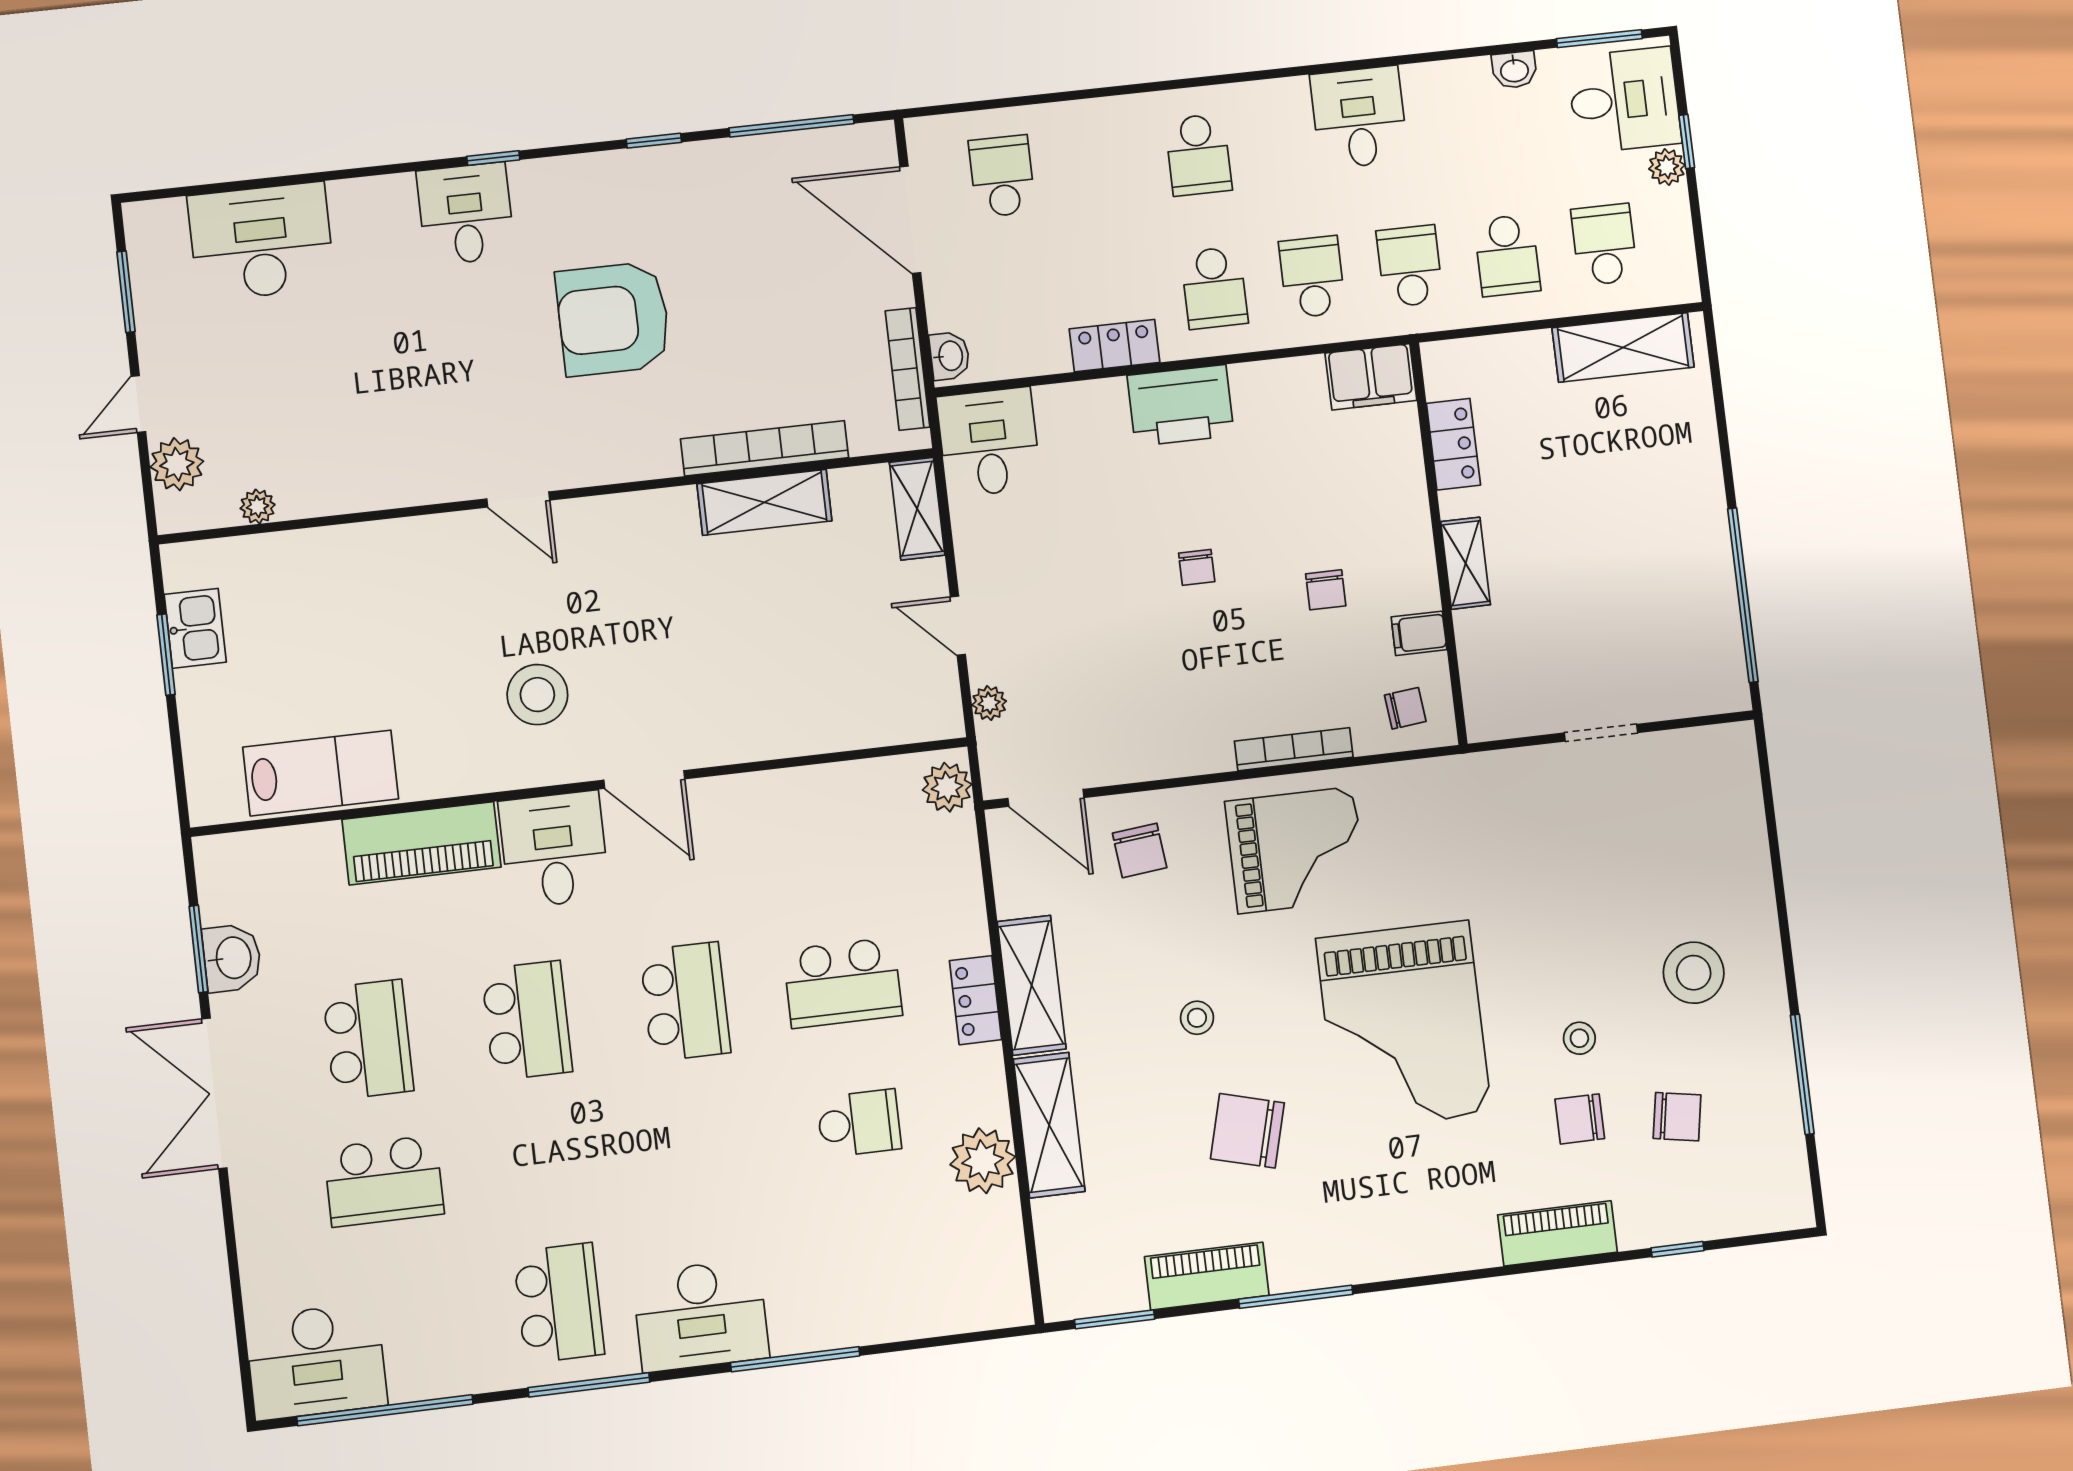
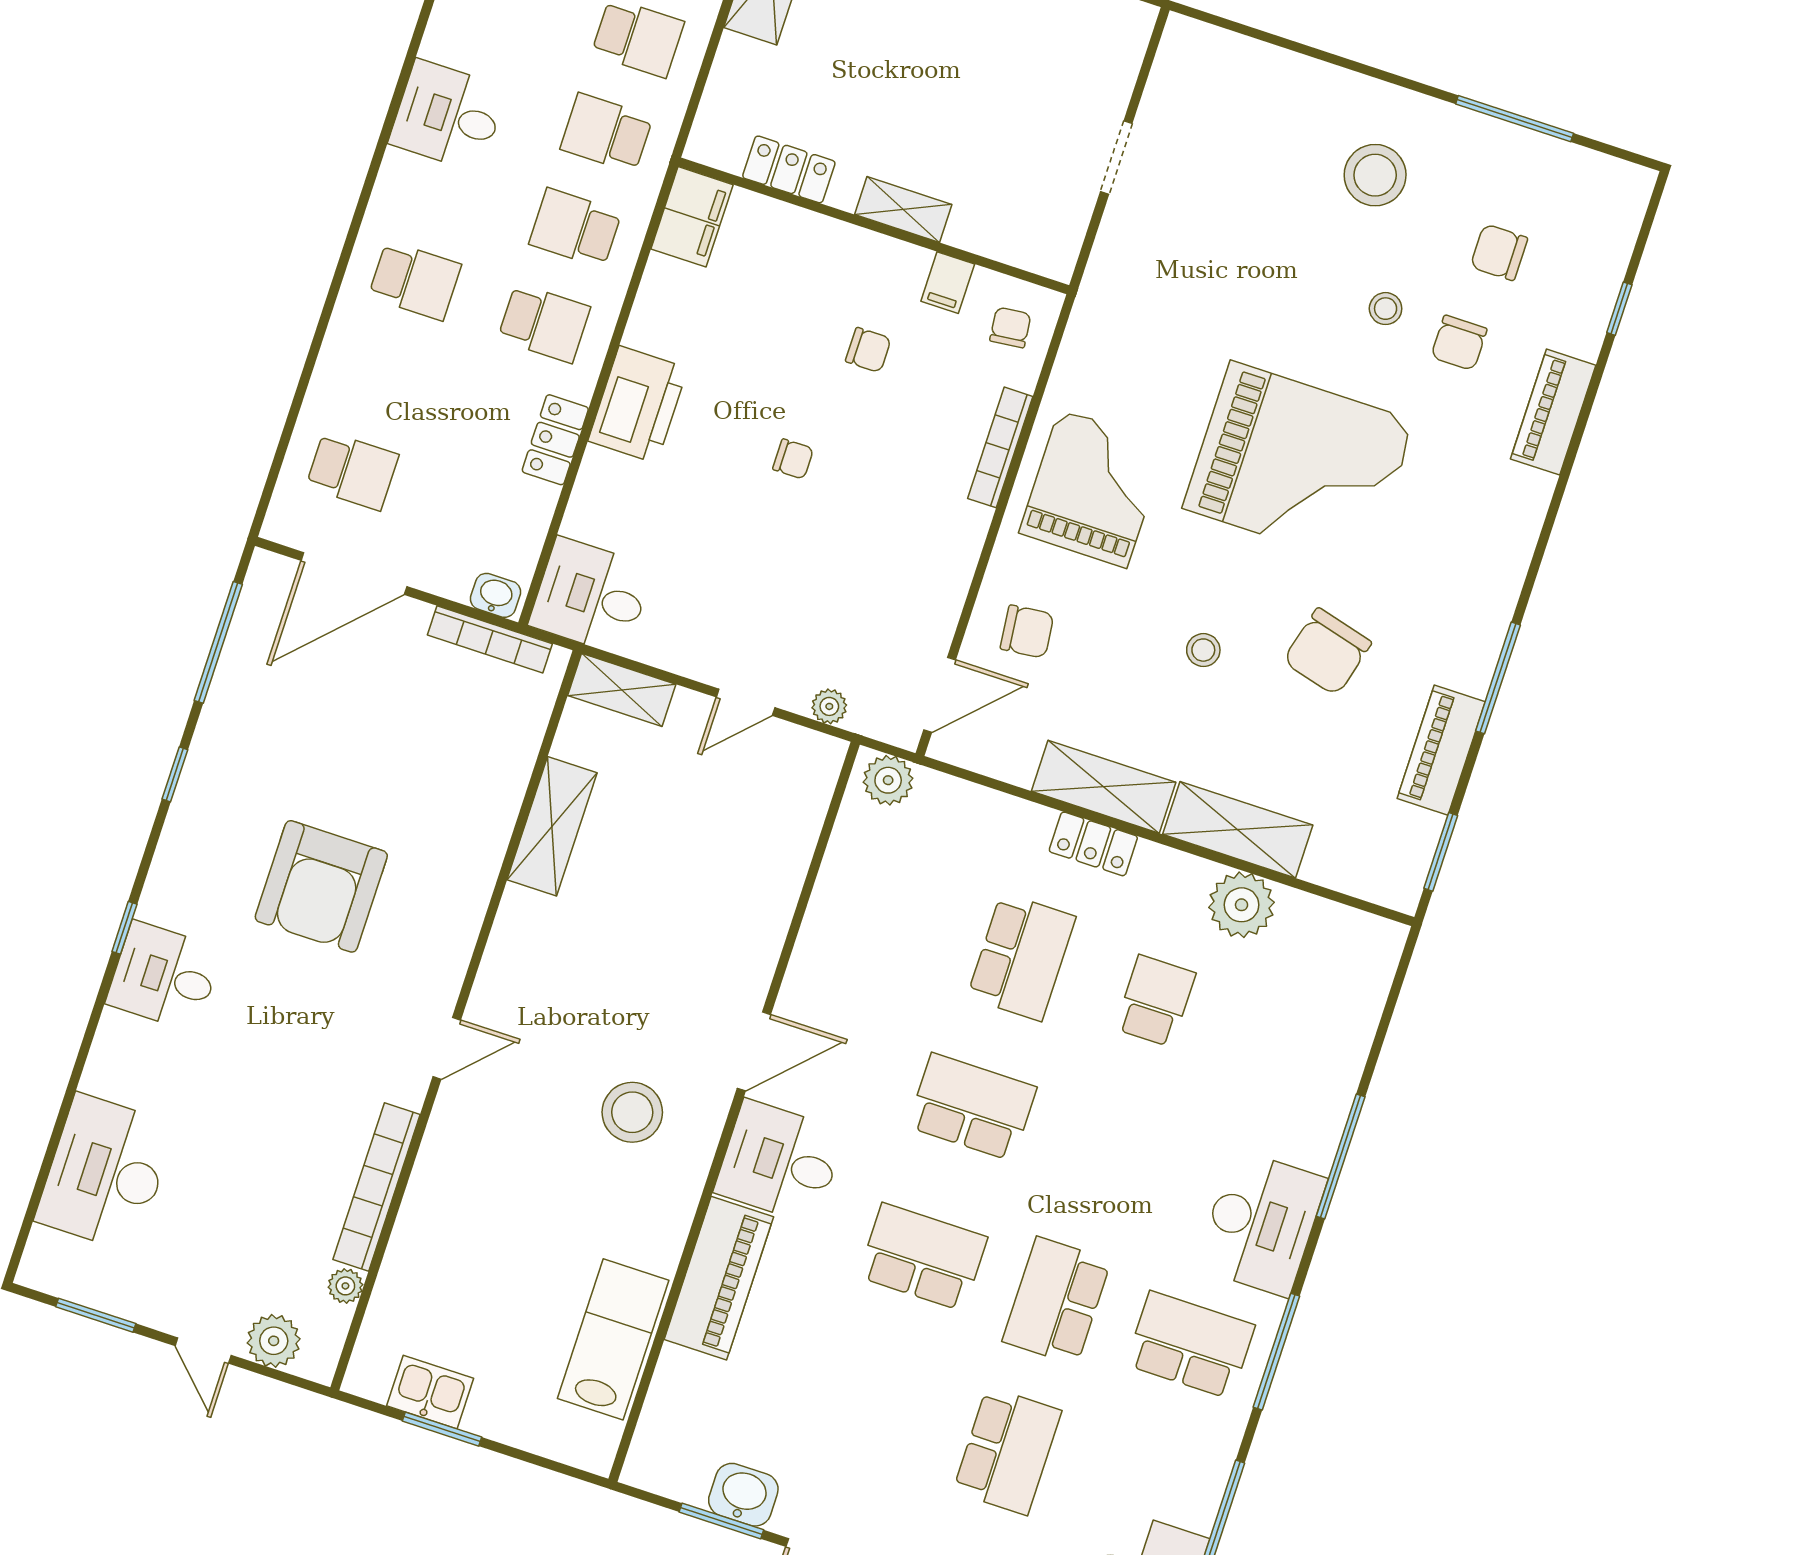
school desk: (1002, 176) -> (352, 471), turned 180
bookcase: (765, 448) -> (377, 1187), moved
school desk: (368, 1040) -> (1057, 1301), moved, turned -90
chair: (1677, 1117) -> (1499, 252), turned -100

